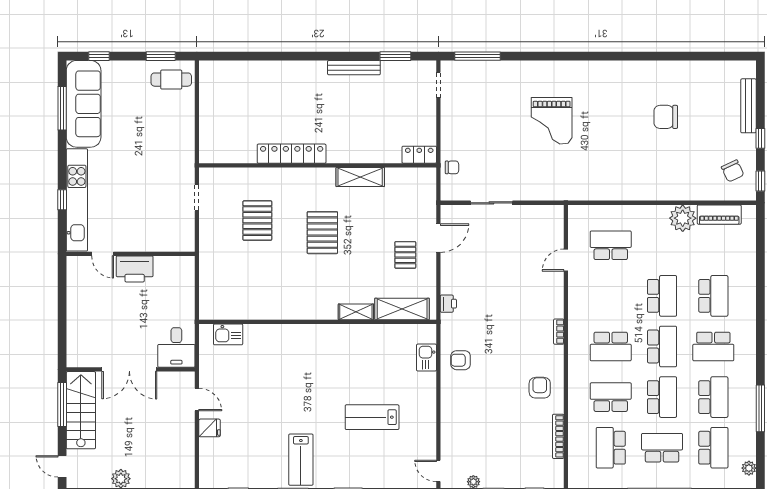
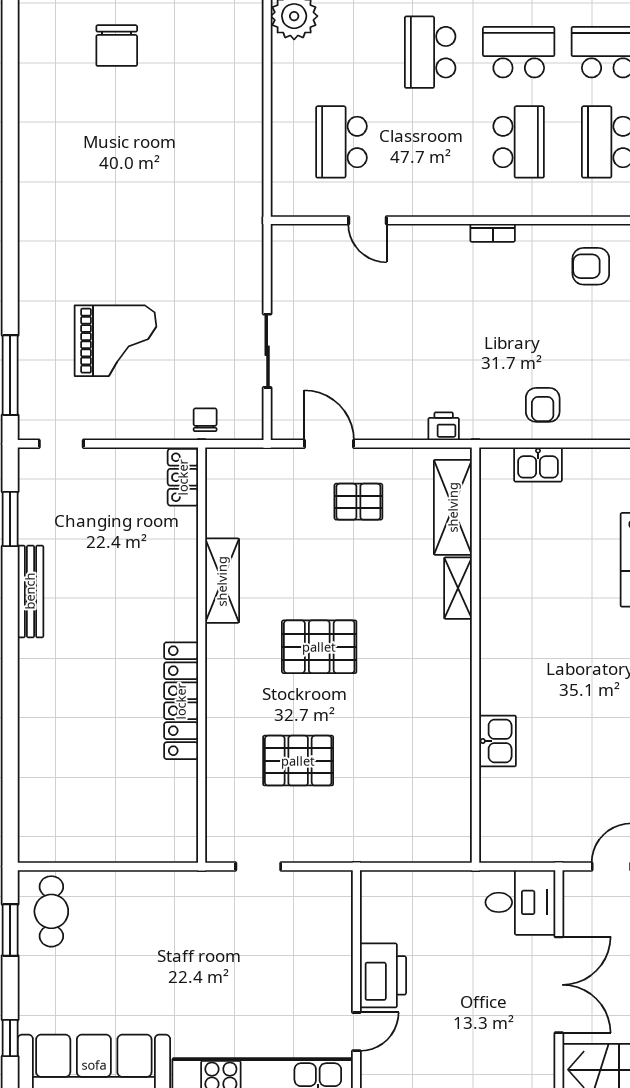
grand piano: (552, 121) -> (115, 341), moved
school desk: (662, 296) -> (430, 52), turned -90
kitchen sink: (228, 334) -> (498, 741), moved

